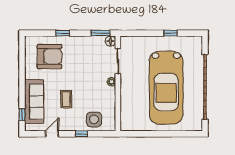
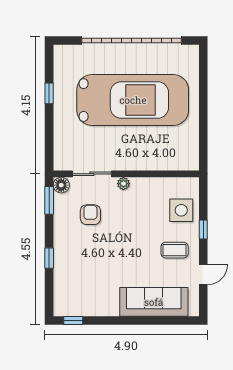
armchair: (50, 56) -> (90, 215), moved, width x0.53, depth x0.53
coffee table: (66, 99) -> (175, 250), moved
window: (22, 115) -> (73, 320), moved
door: (52, 134) -> (203, 275), swing flipped

